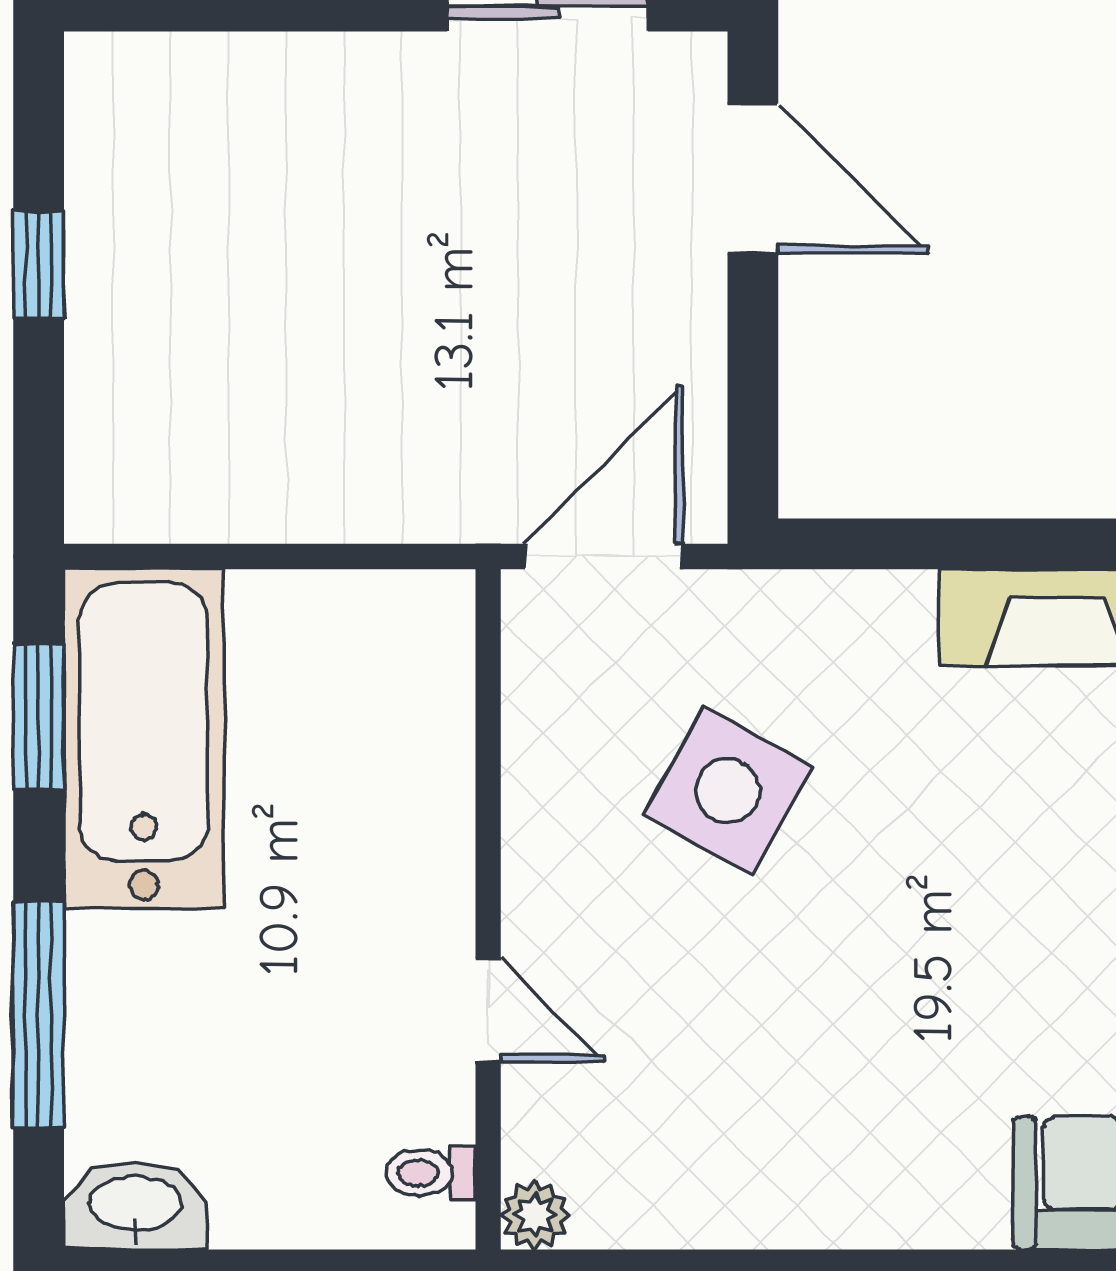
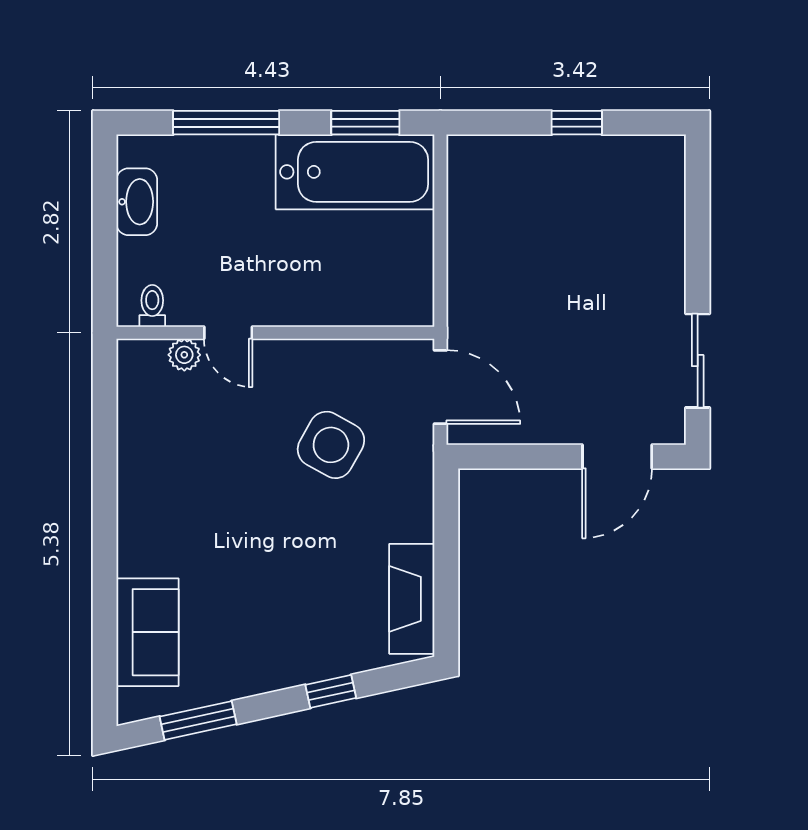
door: (488, 1010) -> (228, 333), hinge flipped
washbasin: (135, 1206) -> (137, 202), moved
plant: (535, 1215) -> (184, 355), moved

